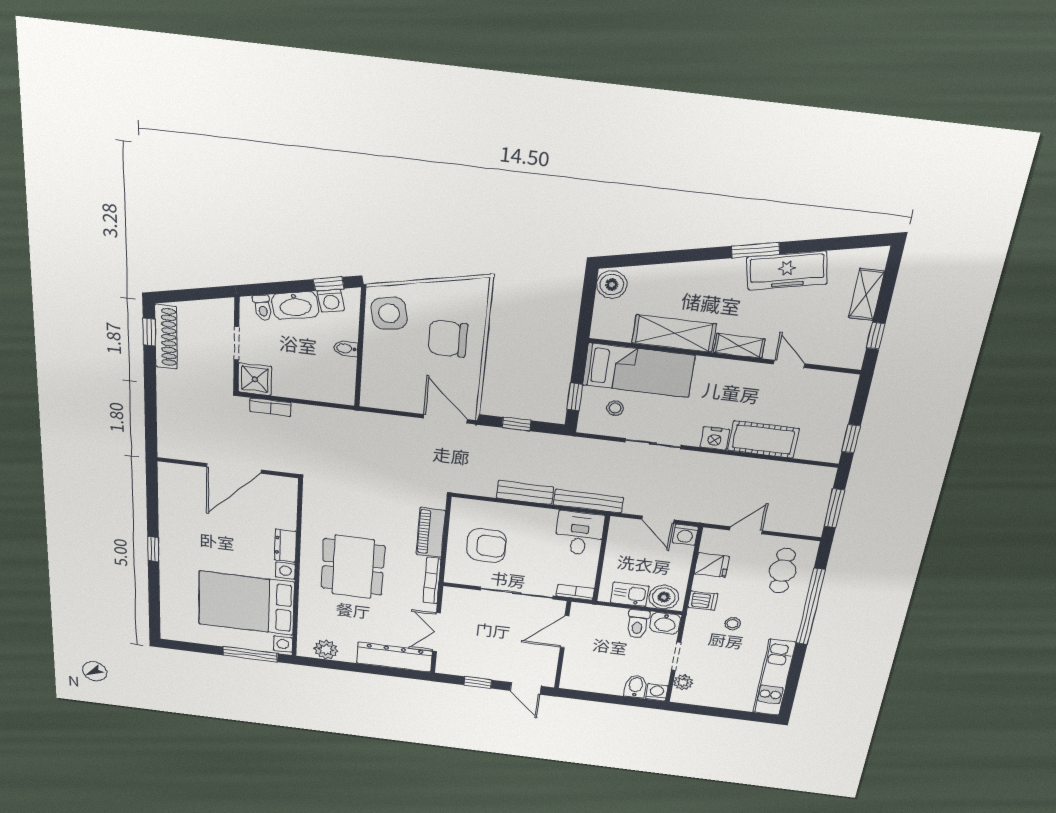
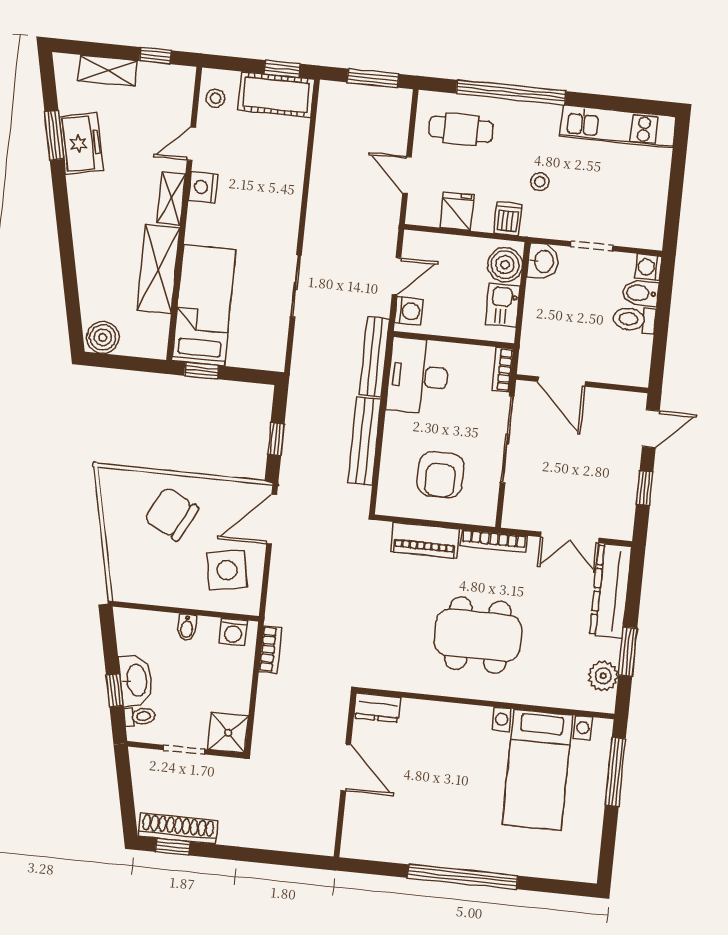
window: (756, 250) -> (54, 135), moved
freezer: (787, 271) -> (81, 143), width x0.71
window: (329, 284) -> (115, 690), moved
washing machine: (331, 301) -> (233, 632), moved, turned 102
side table: (389, 313) -> (227, 570), moved
chair: (448, 339) -> (171, 514), turned 117
window: (575, 397) -> (201, 371), moved
bookcase: (271, 407) -> (270, 650), moved
stool: (615, 408) -> (216, 98), moved
nightstand: (715, 438) -> (203, 187), moved, turned 180
cot: (763, 439) -> (276, 95), moved, turned 90
door: (234, 468) -> (346, 767), width x0.73
bench: (525, 493) -> (364, 441), width x1.36
desk: (579, 533) -> (418, 376), width x1.37
washing machine: (685, 535) -> (409, 311), moved
armchair: (487, 545) -> (440, 475), turned 180
dresser: (285, 546) -> (377, 708), moved
window: (153, 549) -> (463, 877), width x3.17
bed with nightstands: (246, 603) -> (537, 770), width x0.73
toilet: (638, 624) -> (634, 320), moved, turned 180
window: (346, 666) -> (628, 652), added
plant: (683, 682) -> (631, 236), removed

